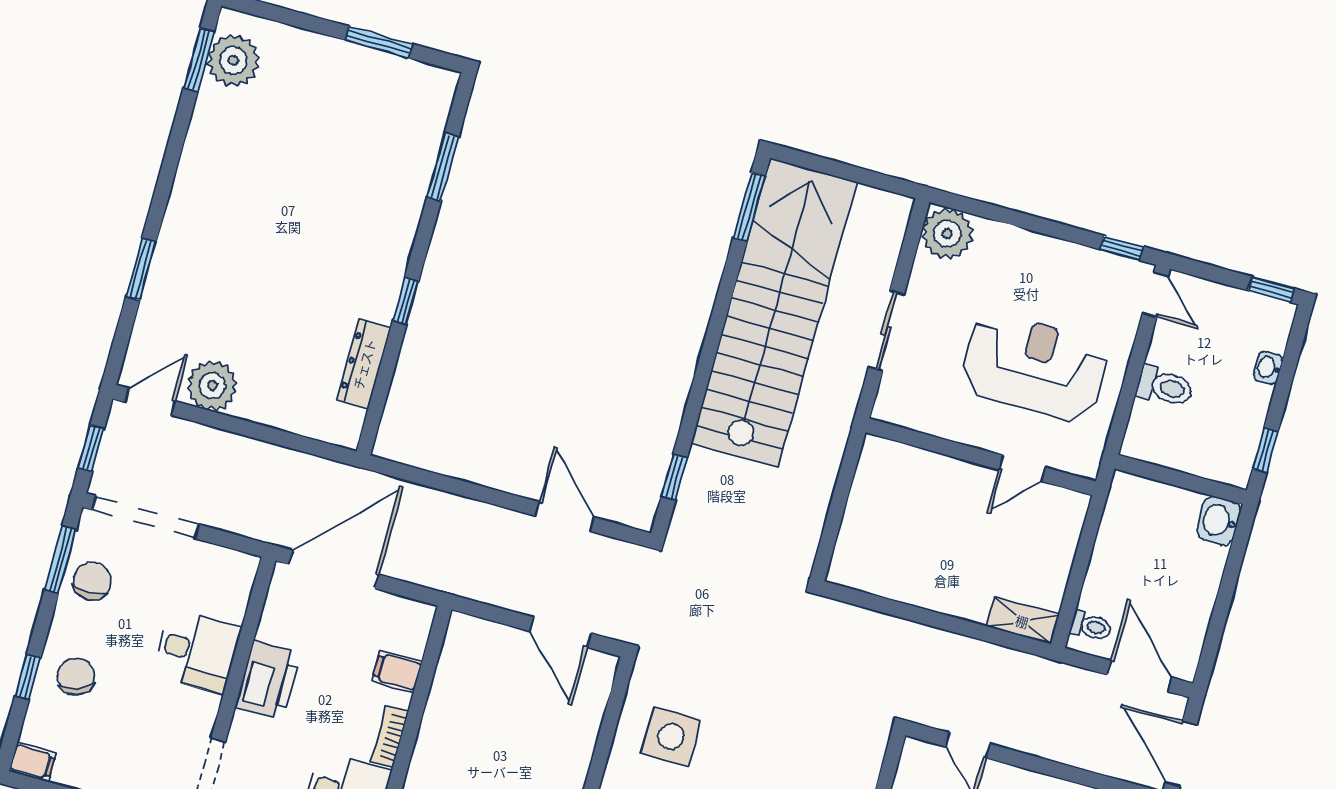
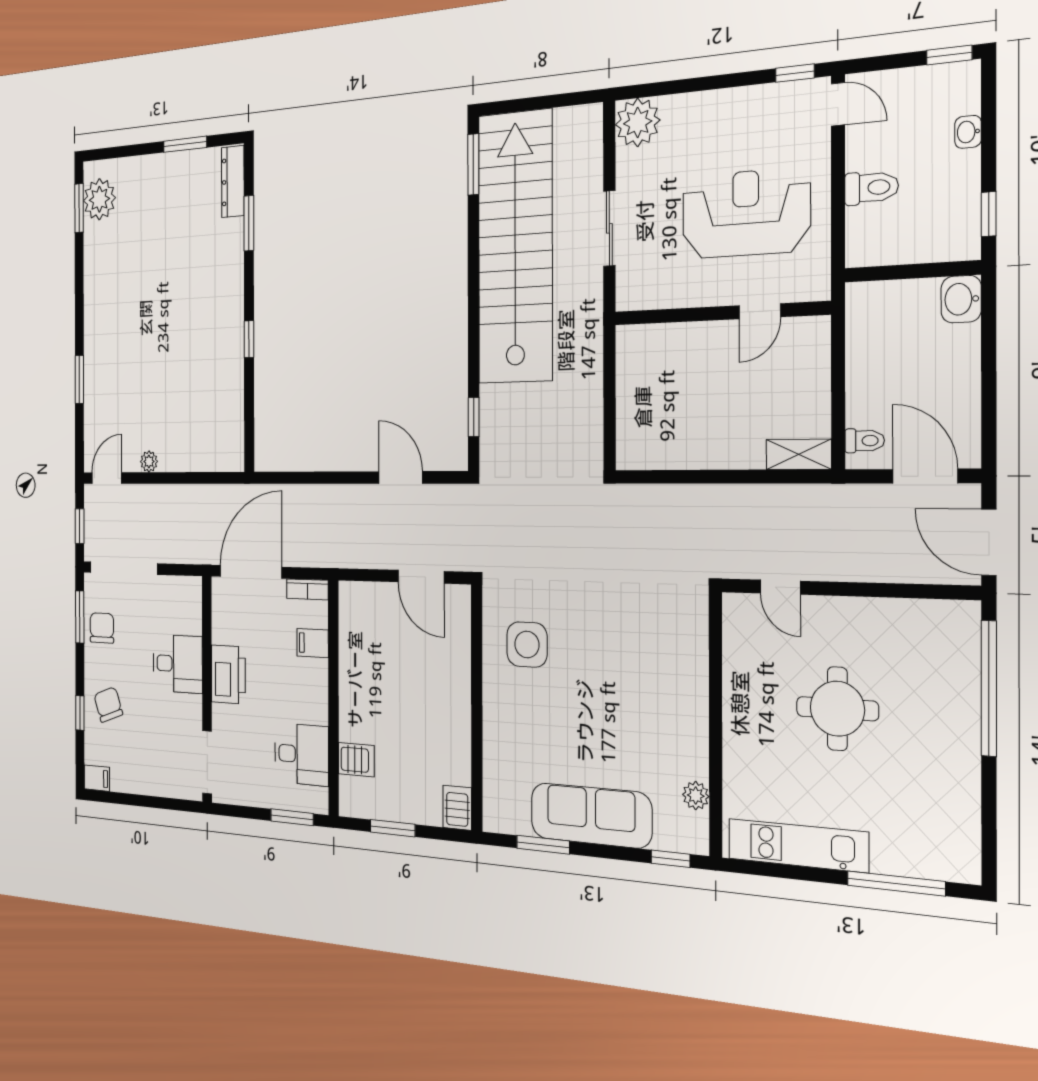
dresser: (364, 364) -> (233, 182), moved
plant: (212, 386) -> (149, 462), width x0.53, depth x0.53
bookcase: (390, 737) -> (307, 589), moved, turned -90

